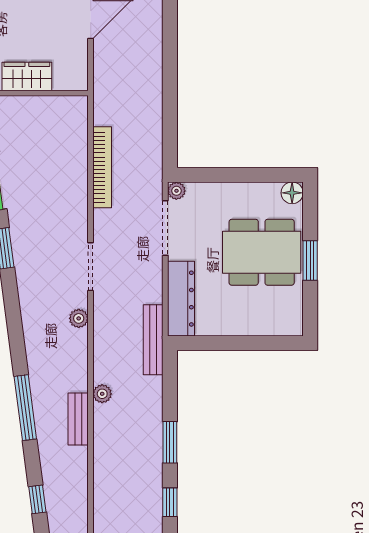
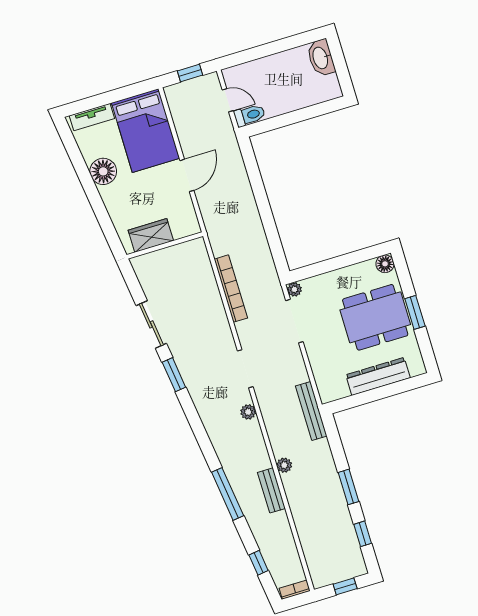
dresser: (181, 299) -> (378, 376), moved, turned -90

